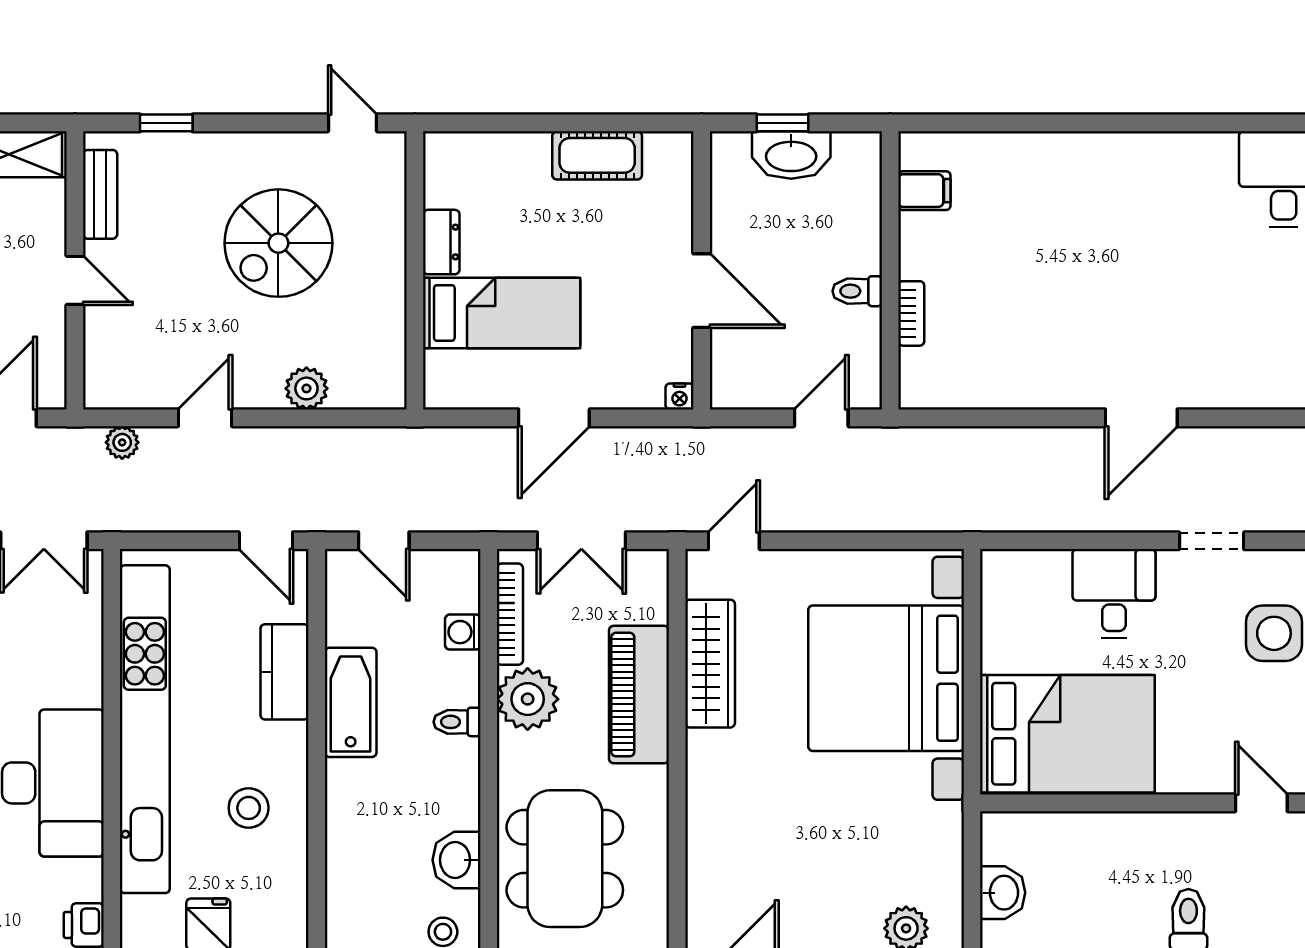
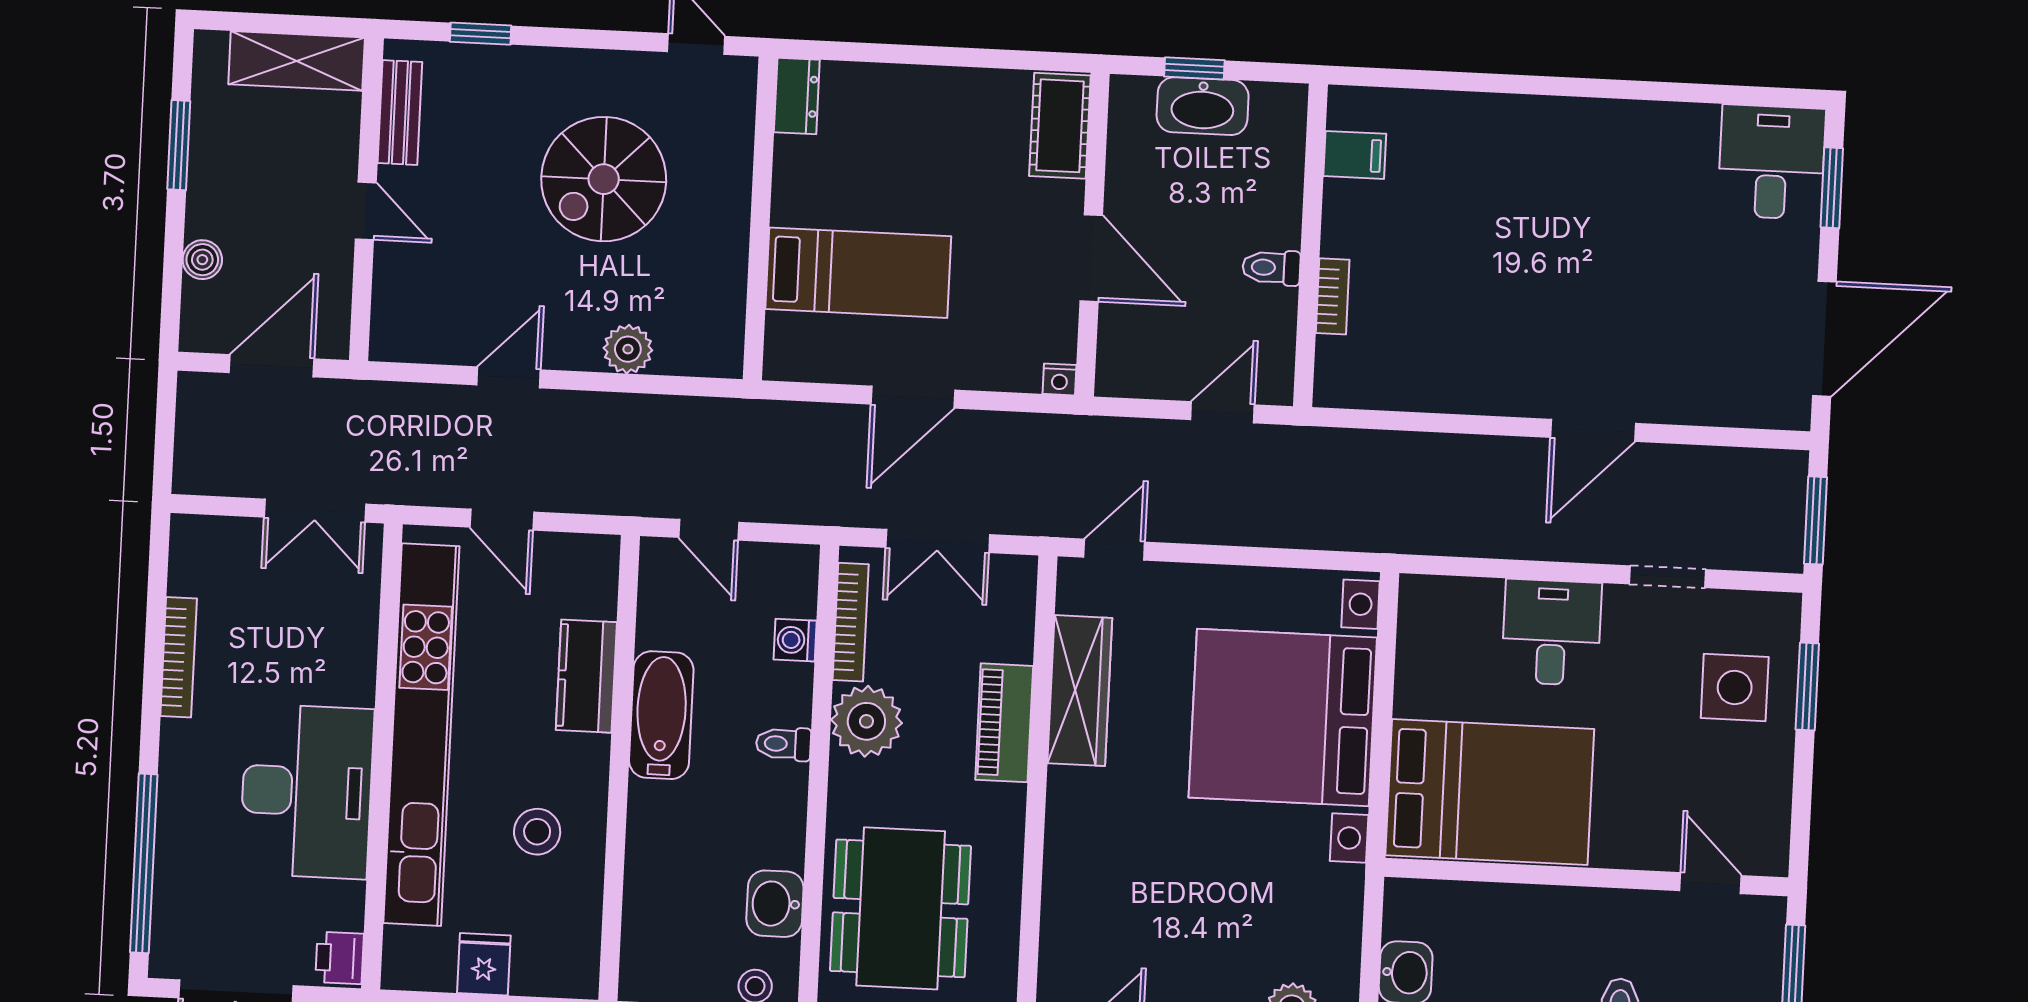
cot: (597, 155) -> (1060, 126), moved, turned 90
dresser: (441, 242) -> (797, 96), moved
plant: (122, 442) -> (411, 401), removed
door: (266, 541) -> (502, 520), moved
piano: (639, 695) -> (1004, 723), width x0.73, depth x0.75

